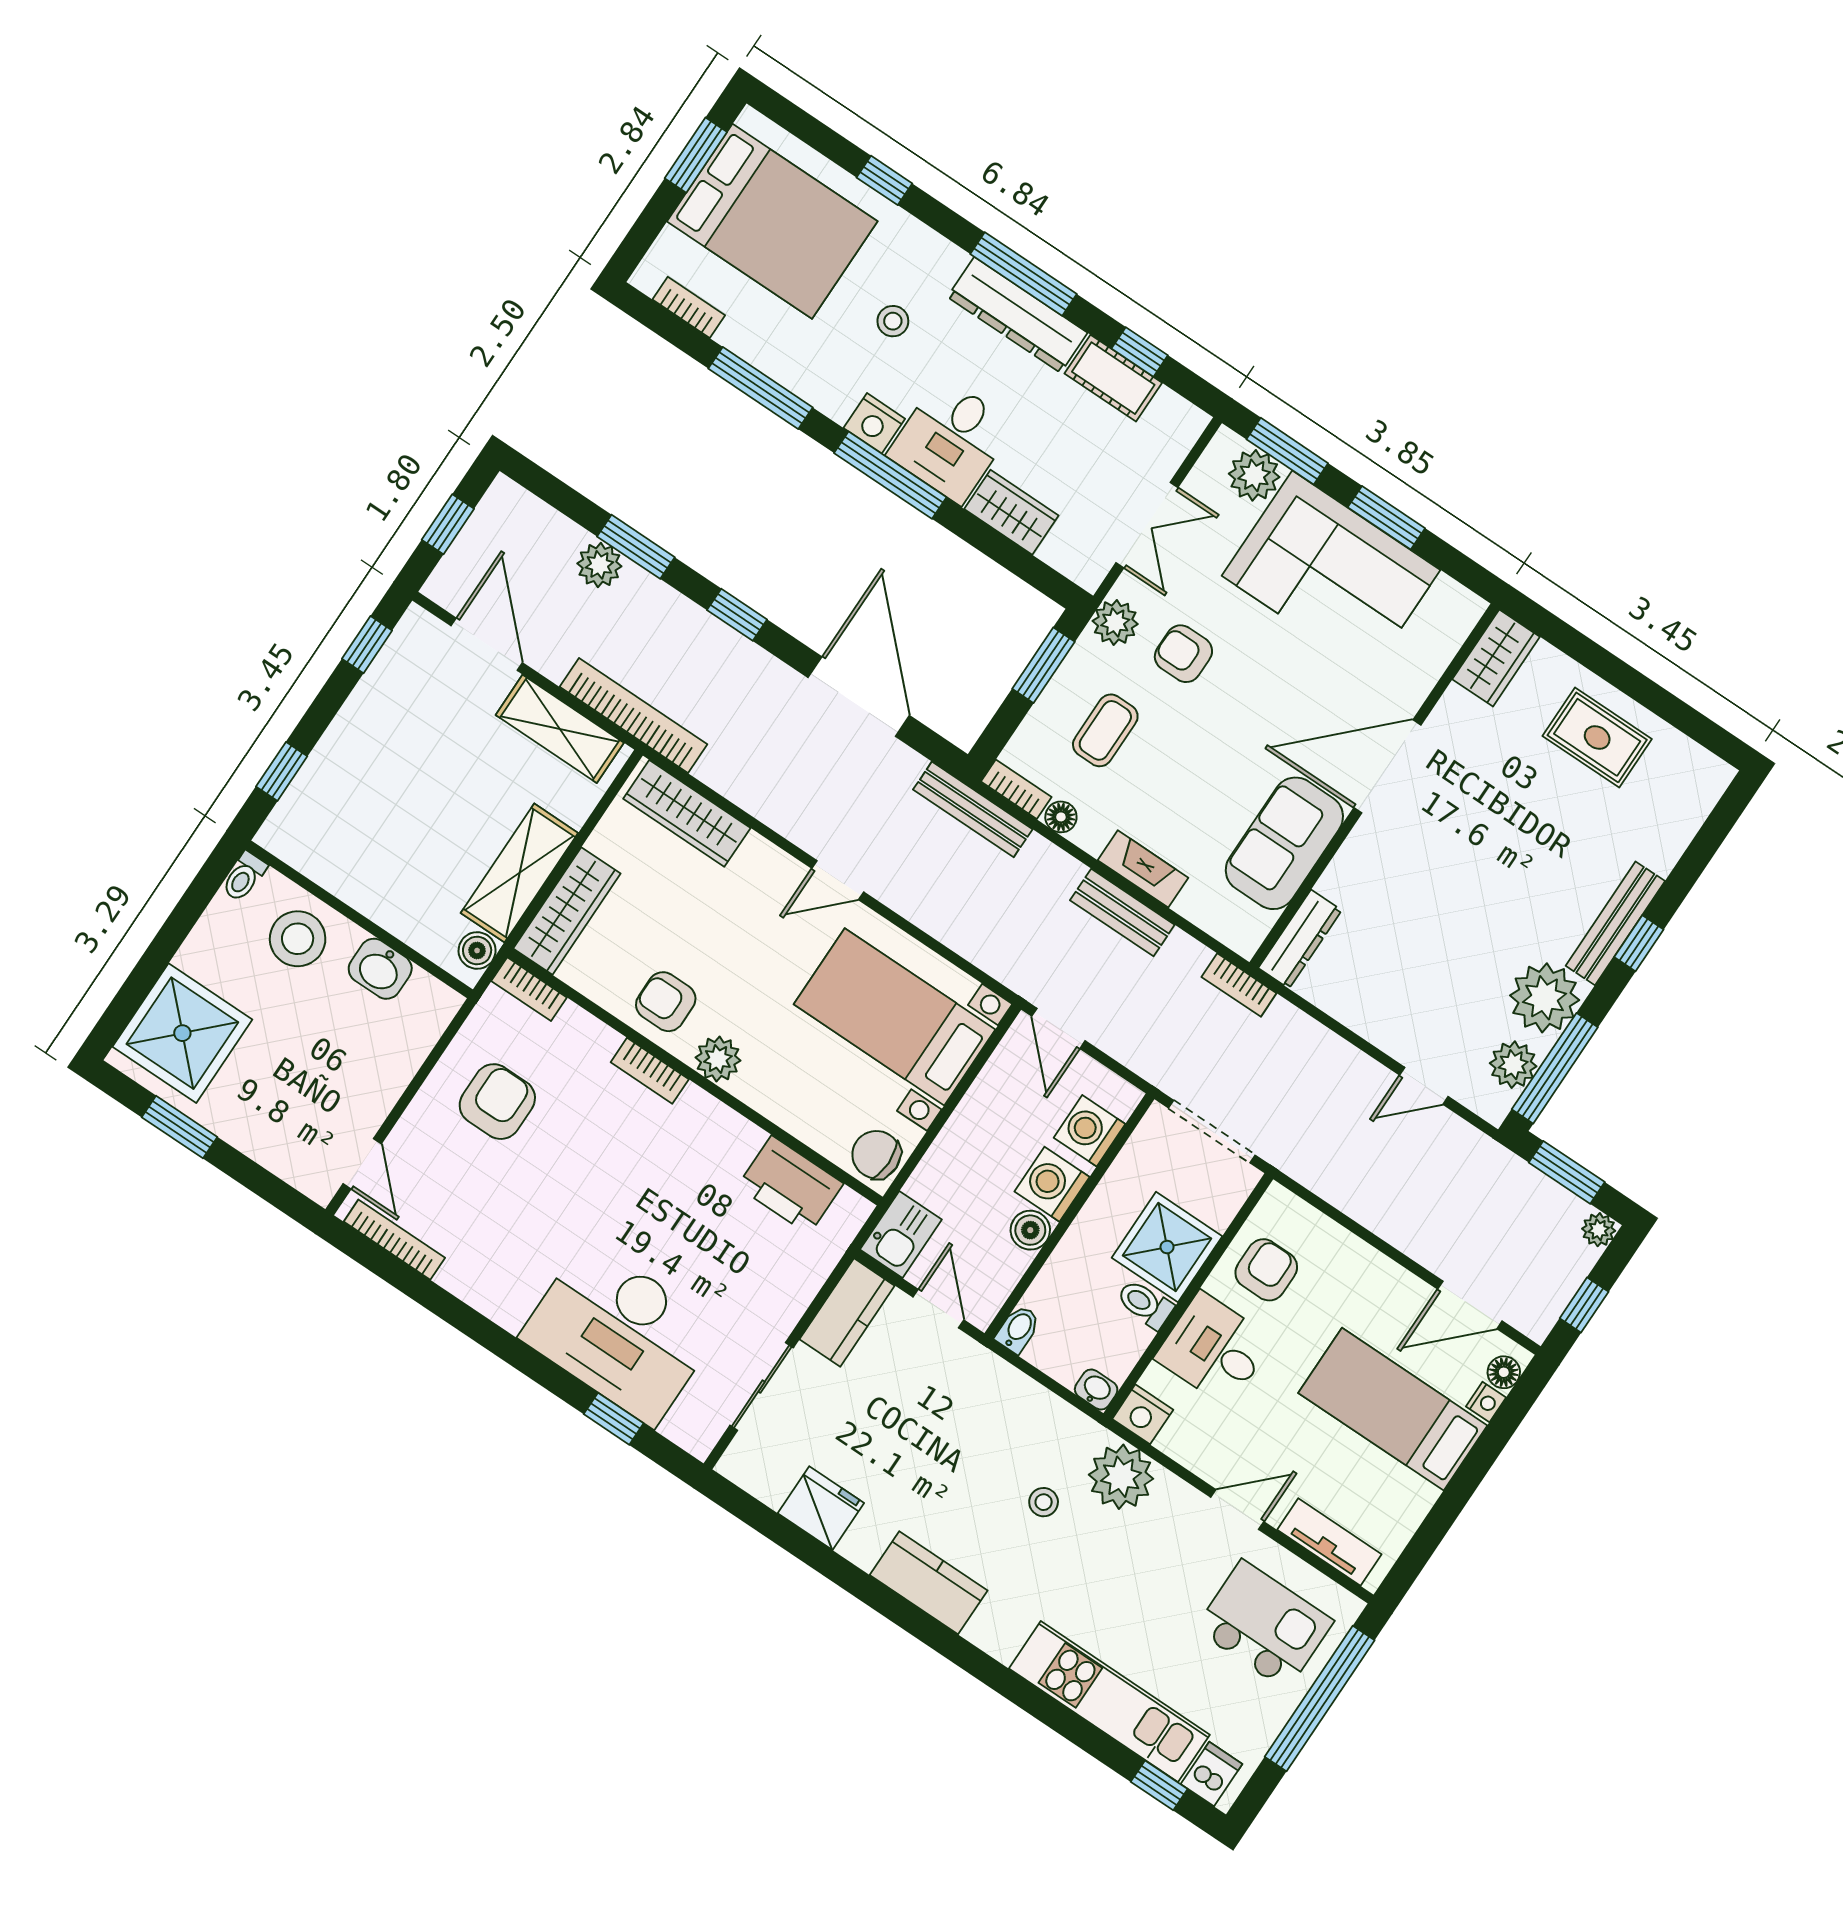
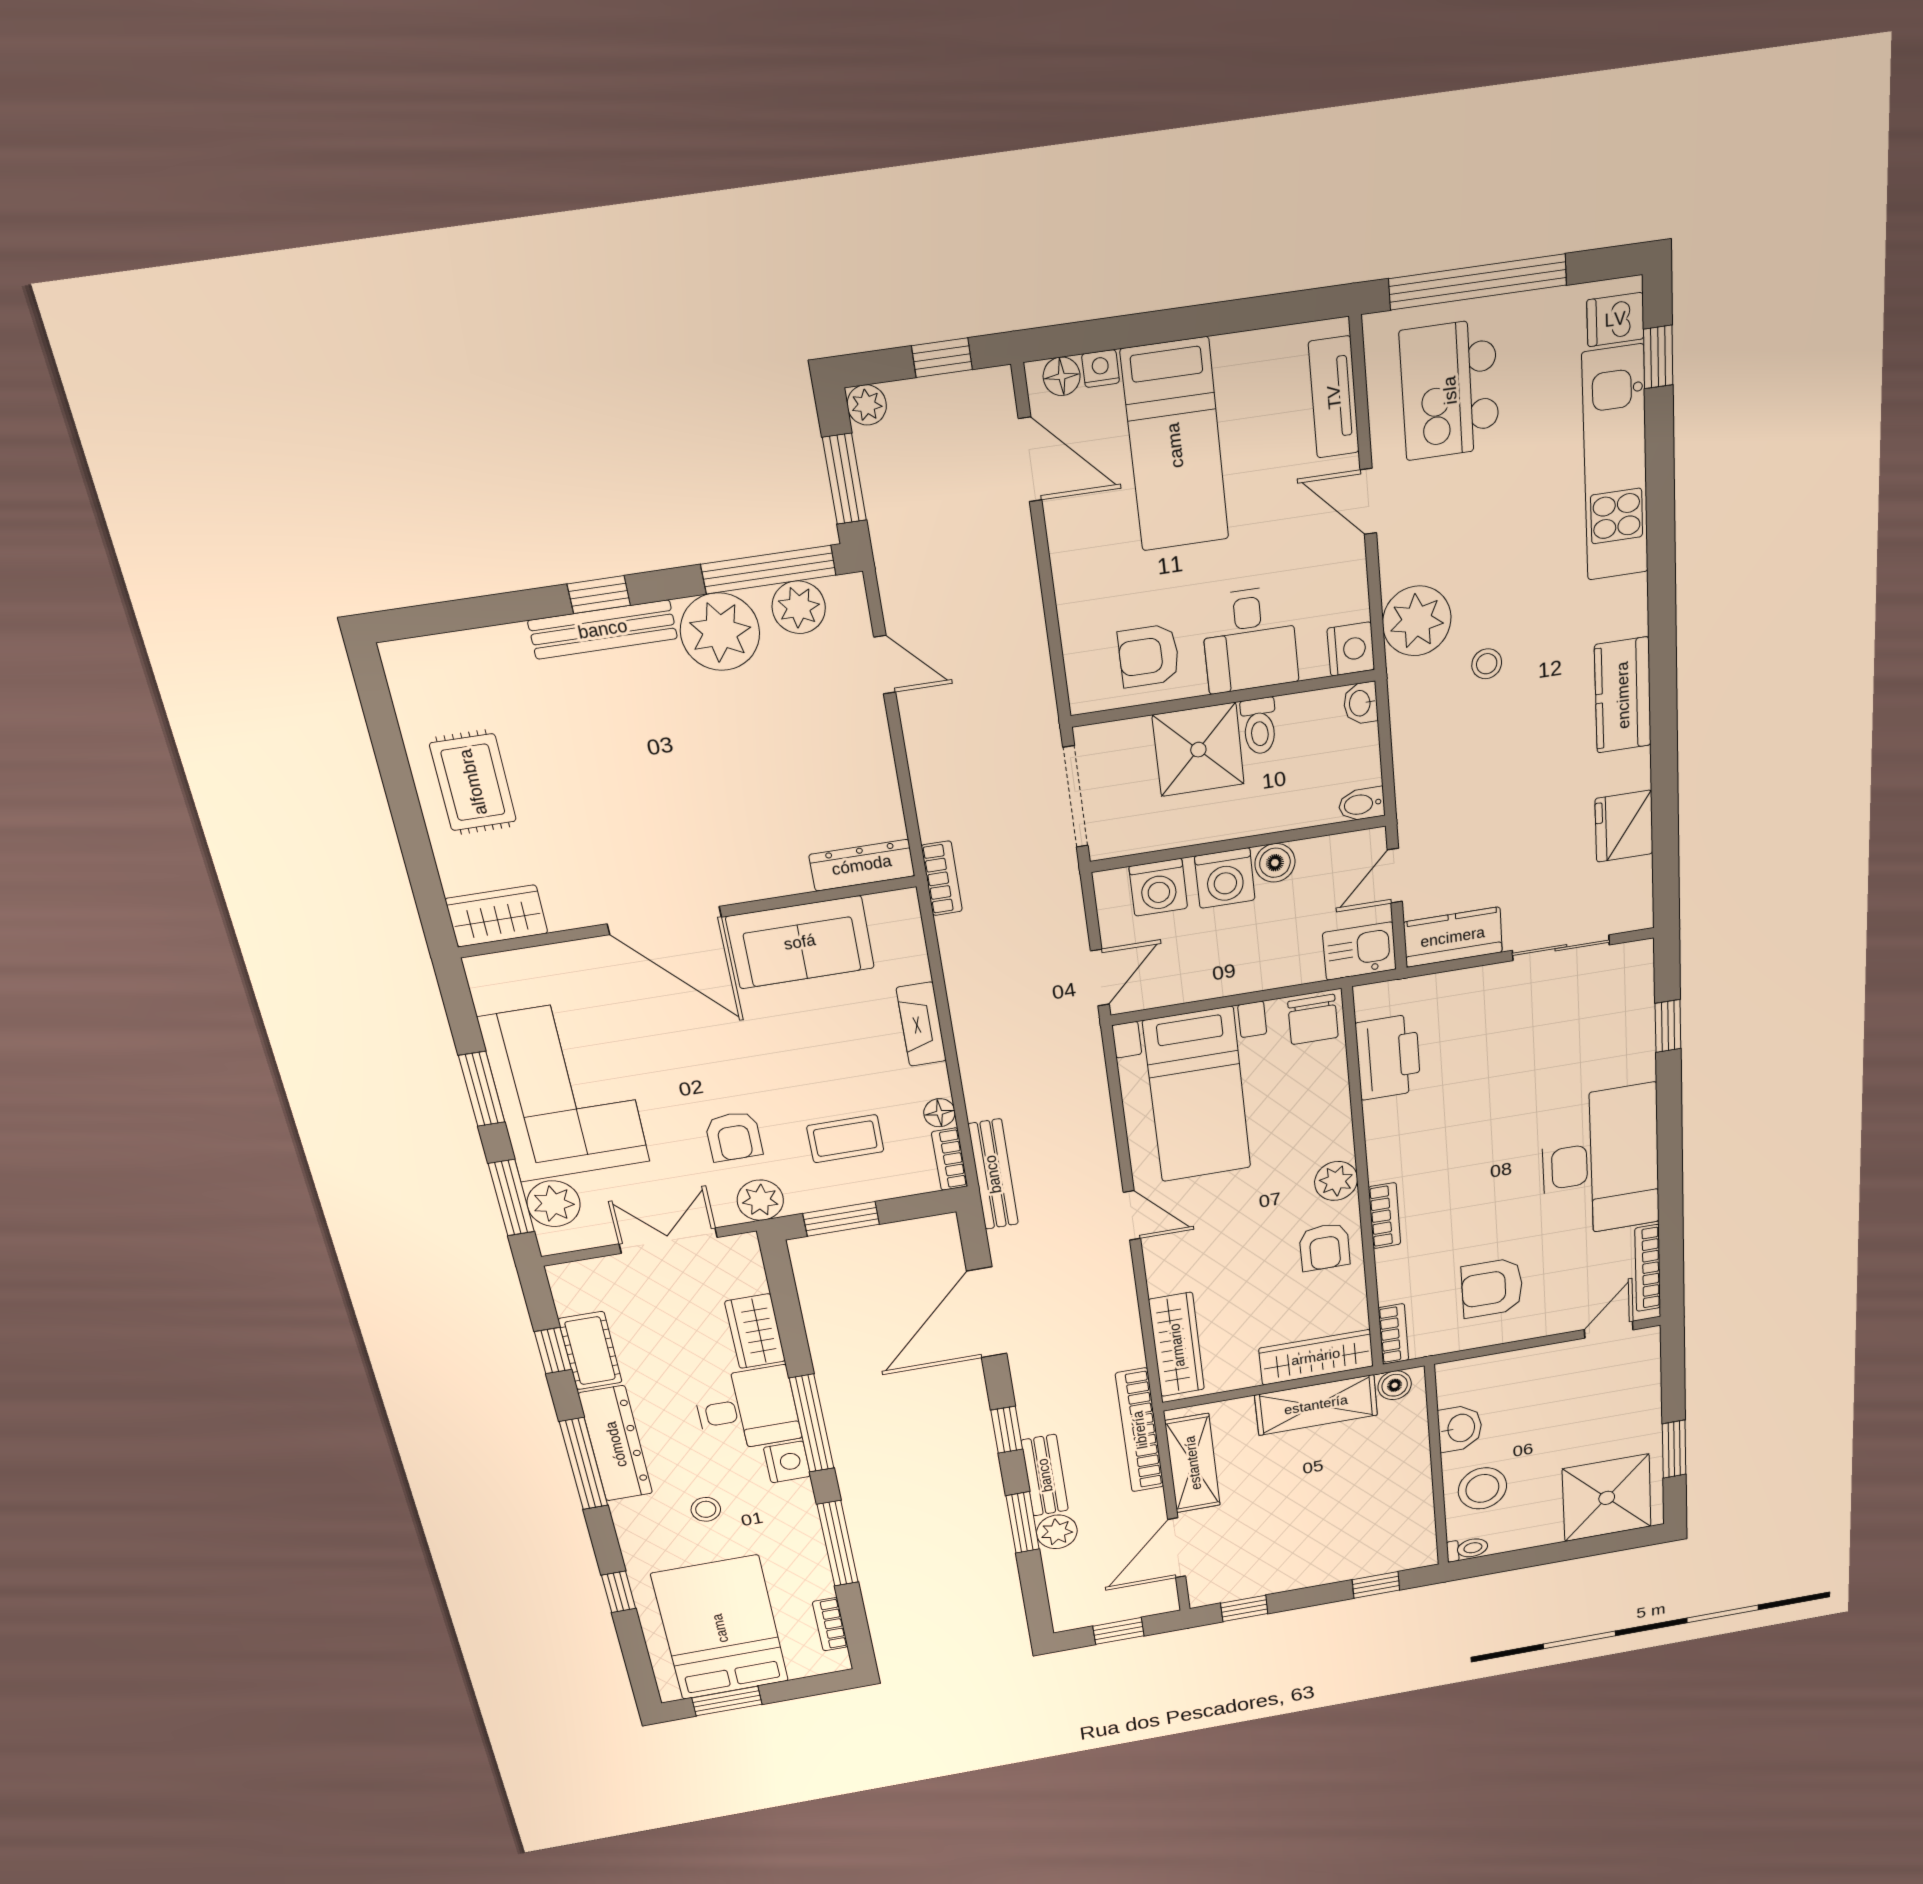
bench: (1122, 913) -> (1045, 1475), moved
desk: (620, 1333) -> (1601, 1162), moved

